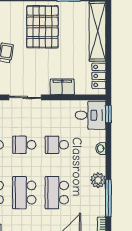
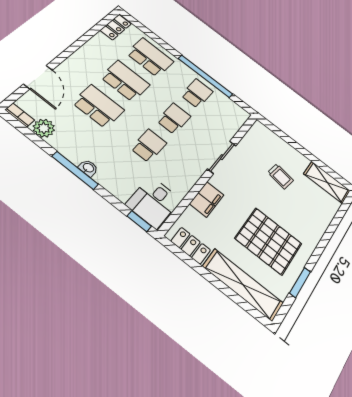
pallet: (42, 27) -> (268, 241), moved
washbasin: (101, 148) -> (88, 168), moved
plant: (98, 180) -> (44, 128), moved
window: (108, 198) -> (75, 170), moved

